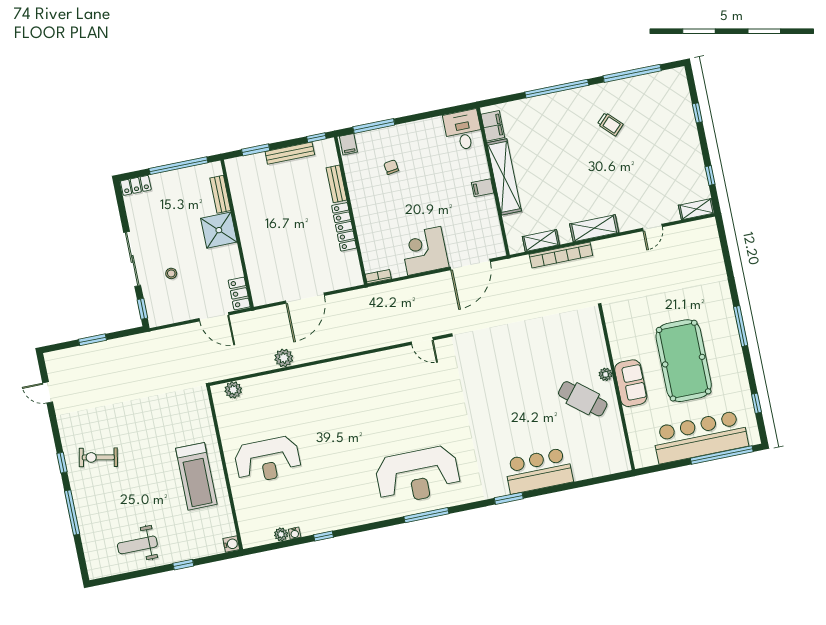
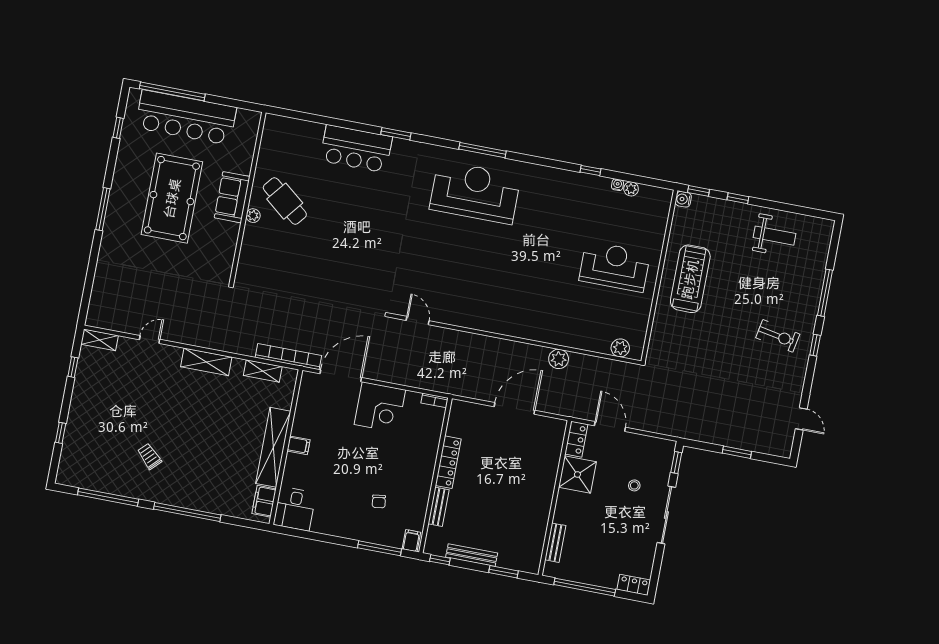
shower: (219, 230) -> (577, 474), moved
bookcase: (561, 255) -> (288, 357), moved
window: (221, 557) -> (699, 191), added

